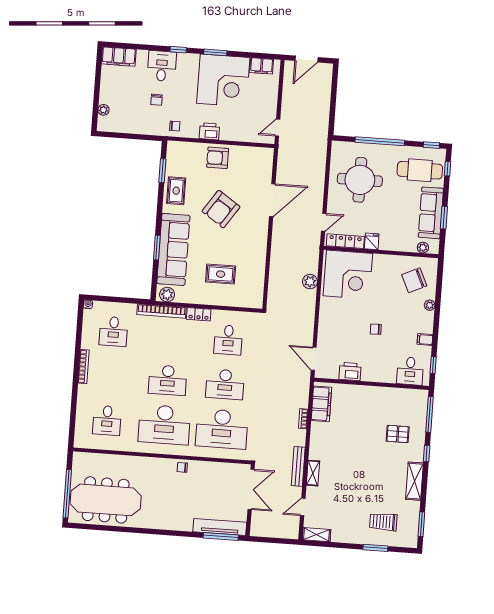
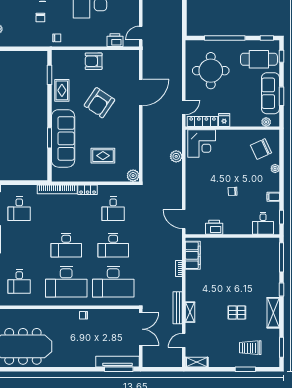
printer: (209, 131) -> (115, 40), moved
corner desk: (348, 275) -> (202, 144), width x0.74, depth x0.74
plant: (167, 295) -> (133, 176), moved
pallet: (398, 434) -> (237, 312), moved

